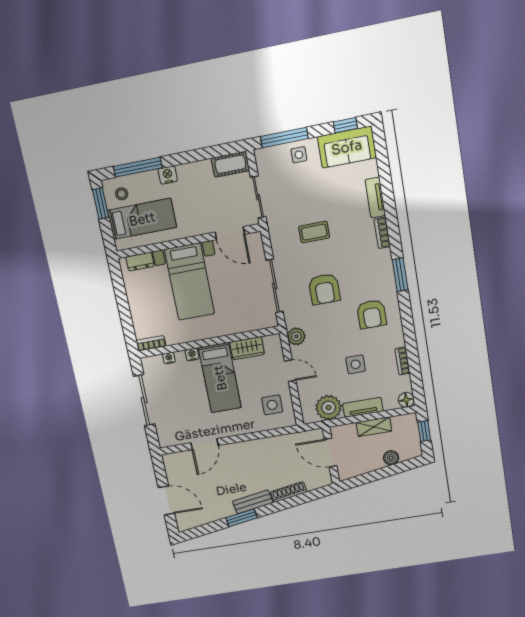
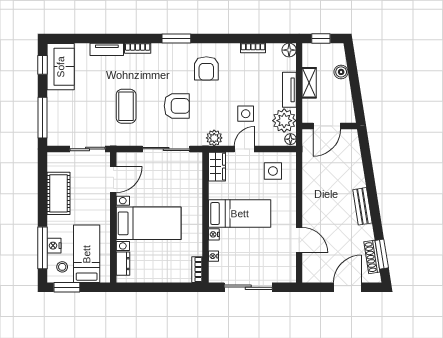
side table: (299, 155) -> (59, 108), removed
cot: (230, 164) -> (58, 193), moved, width x1.37, depth x1.34
nightstand: (168, 175) -> (54, 246), moved
coffee table: (314, 232) -> (126, 106), width x1.36, depth x1.30
armchair: (372, 314) -> (206, 68), turned 90
wardrobe: (247, 348) -> (217, 167), moved
side table: (356, 364) -> (246, 114), moved
floor lamp: (310, 417) -> (290, 139), added
shoe rack: (289, 492) -> (372, 257), moved
window: (242, 518) -> (382, 254), moved

